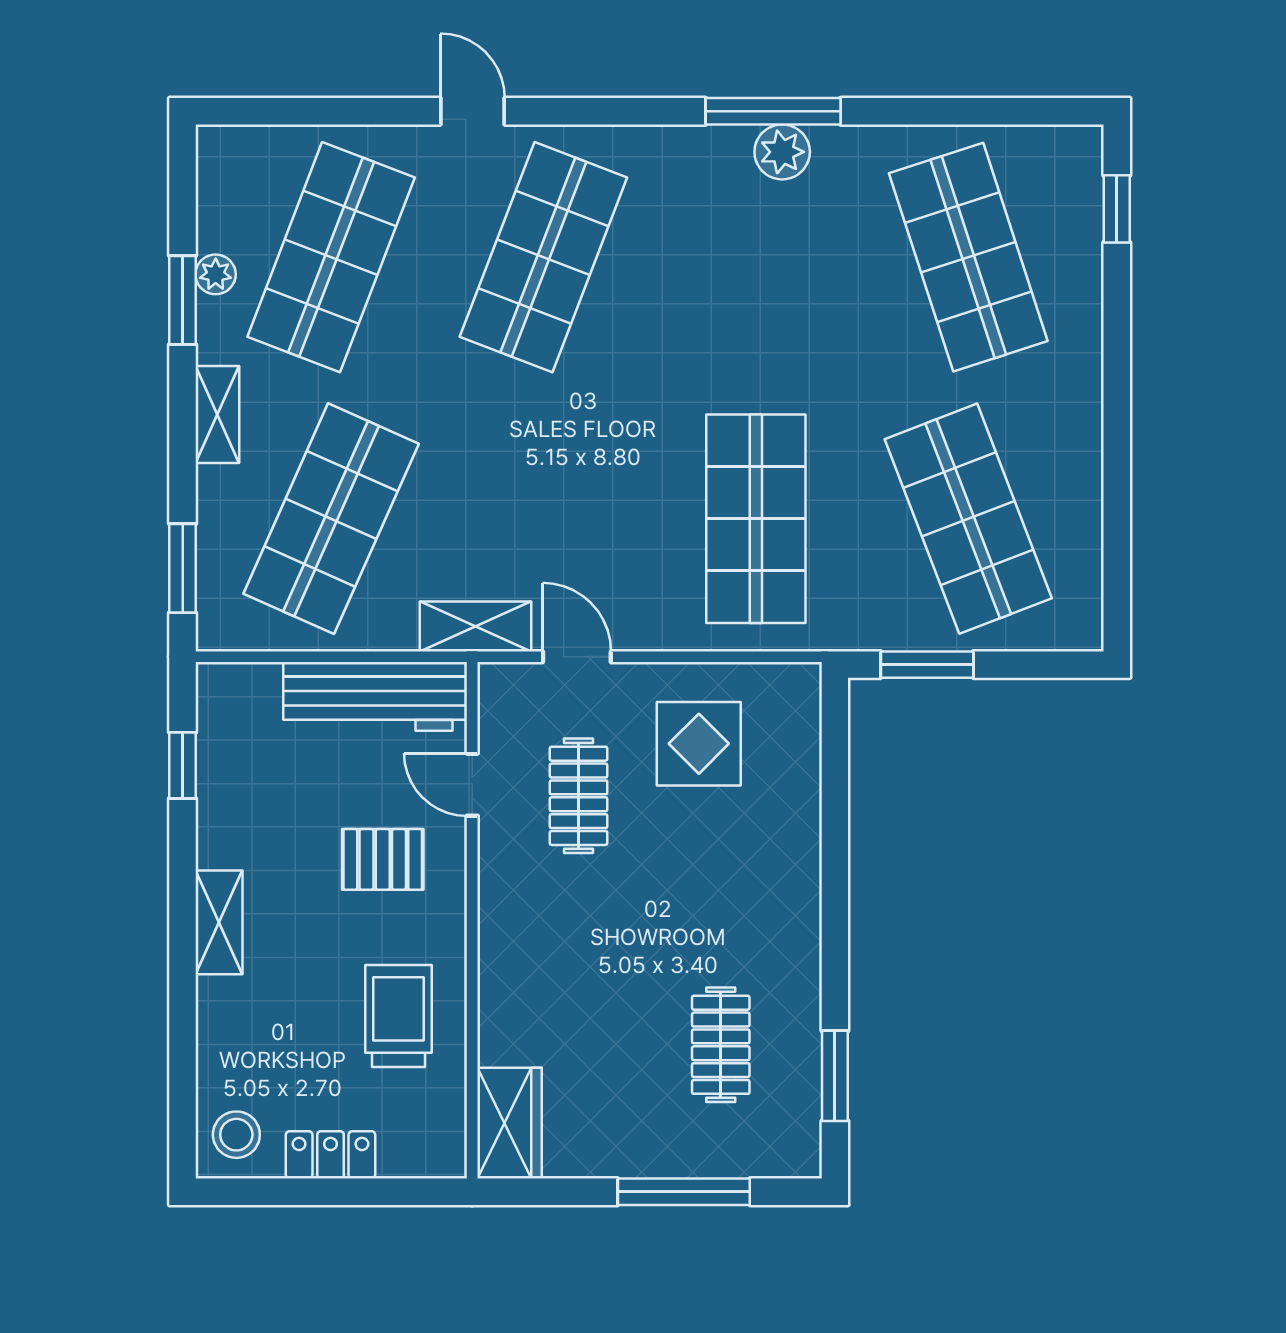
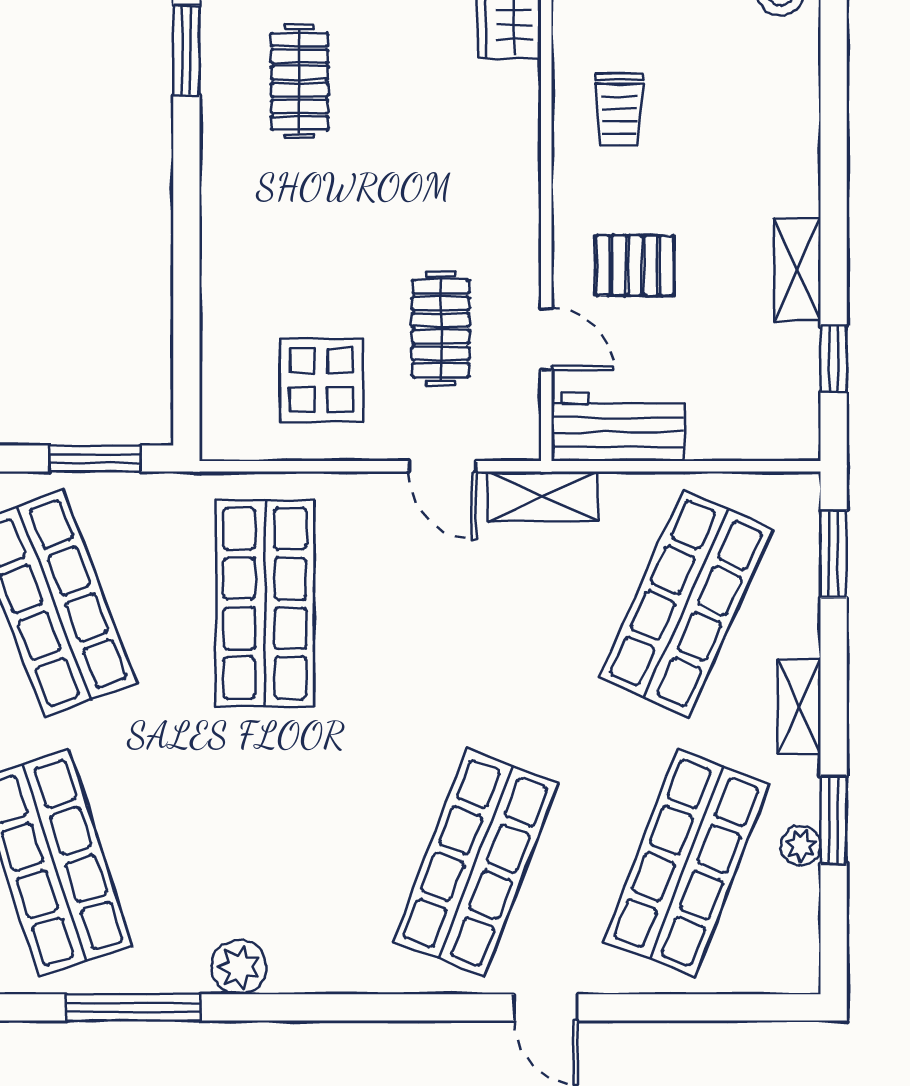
window: (773, 111) -> (133, 1007), moved
workbench: (375, 696) -> (618, 427), width x0.73
shelving: (219, 922) -> (797, 269), moved
trolley: (399, 1016) -> (619, 110), width x0.73, depth x0.72

